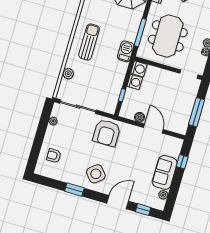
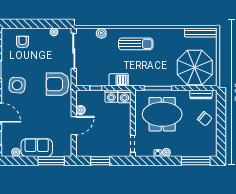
barbecue: (126, 51) -> (119, 80), moved
window: (197, 112) -> (100, 161), width x0.69
window: (182, 162) -> (51, 161), width x2.17
side table: (96, 174) -> (17, 85), turned 45

